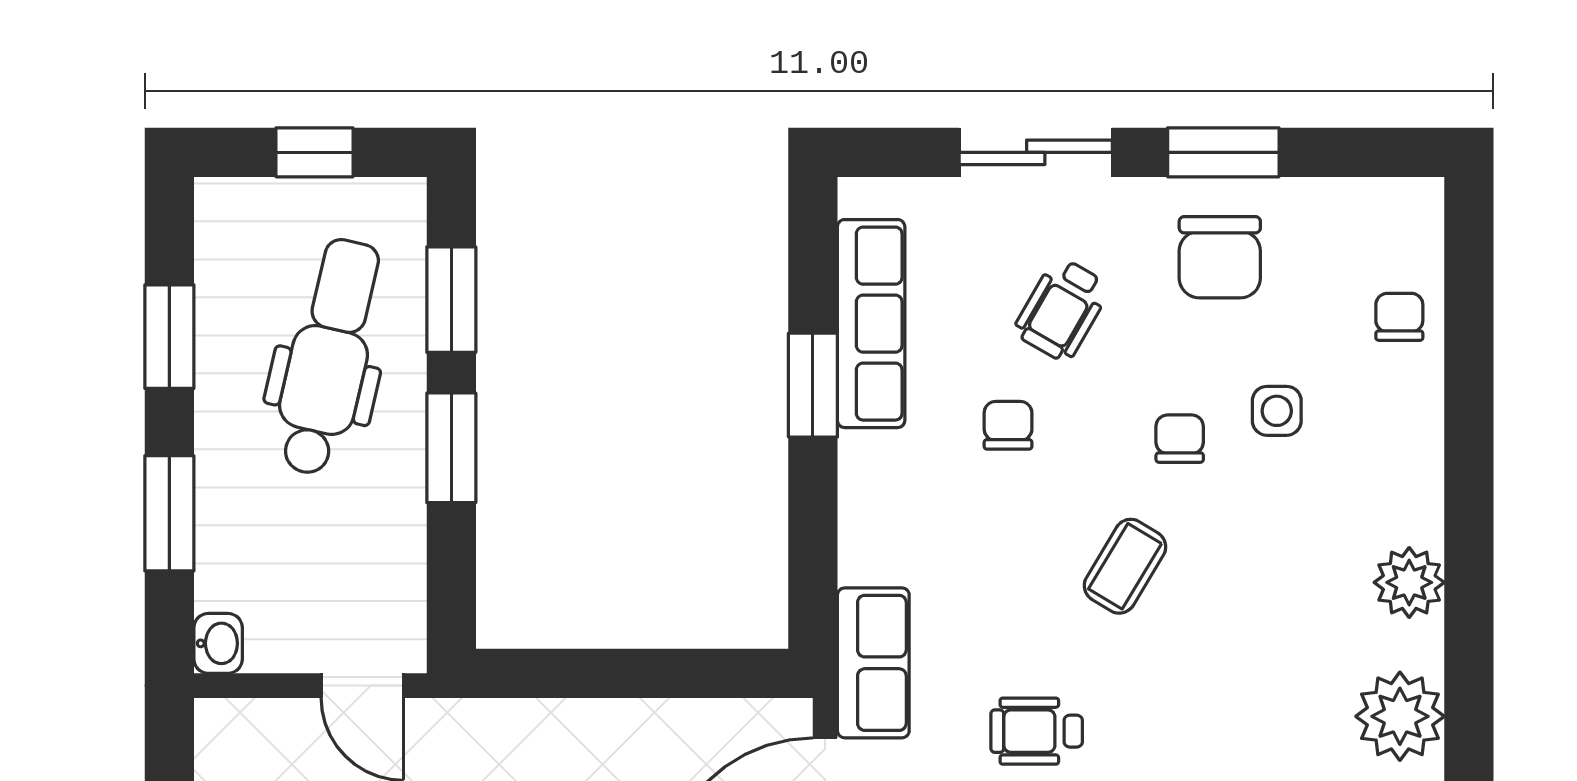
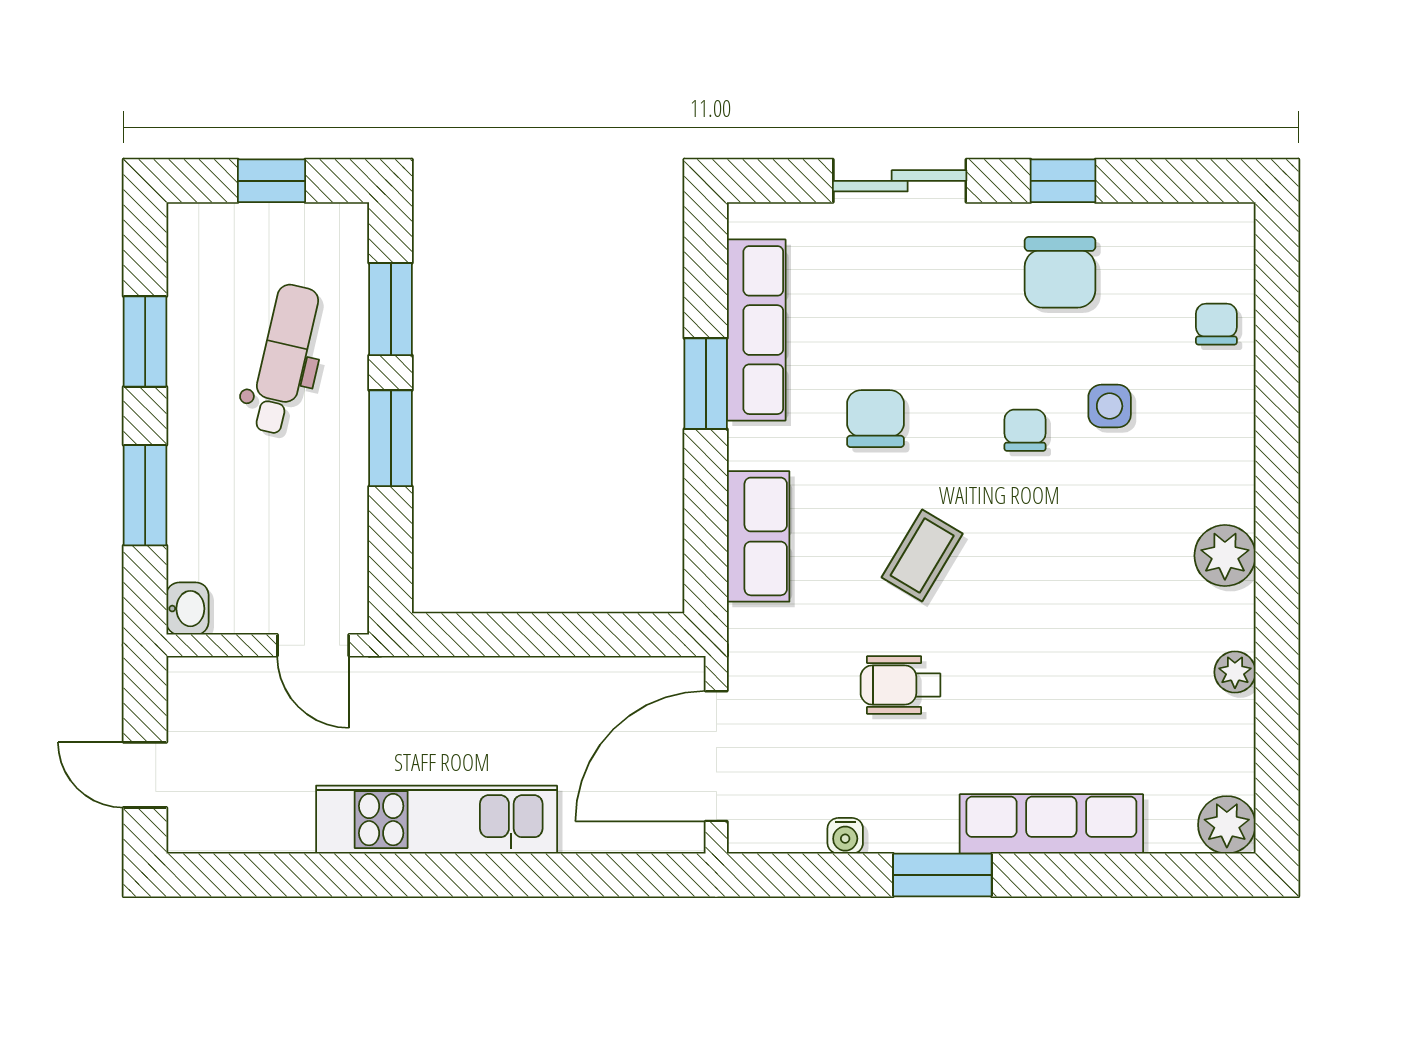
window: (1223, 152) -> (1063, 181), width x0.67
wheelchair: (1062, 309) -> (922, 318), removed
dental chair: (329, 357) -> (284, 359), width x0.73, depth x0.72
chair: (1008, 425) -> (876, 419), width x1.37, depth x1.37
coffee table: (1125, 566) -> (922, 555), moved
row of seats: (873, 663) -> (758, 536), moved
plant: (1400, 716) -> (1235, 672), width x0.53, depth x0.53

